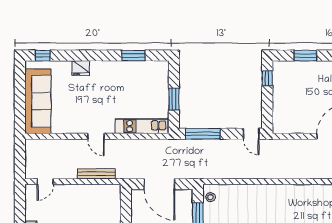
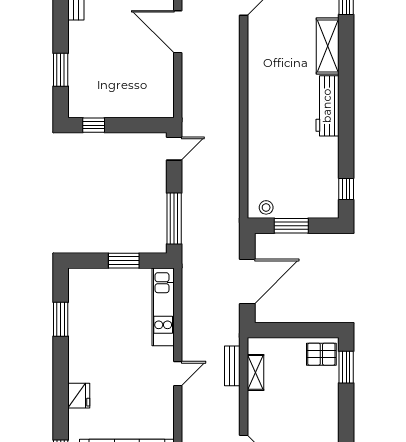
bench: (96, 174) -> (232, 366), width x0.73
shelving: (97, 190) -> (256, 372), added

